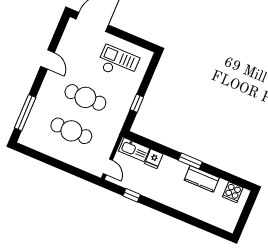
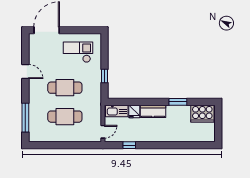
window: (190, 161) -> (178, 102), moved
door: (108, 167) -> (103, 132), hinge flipped
kitchen counter: (202, 179) -> (153, 111), moved
cooker: (233, 192) -> (202, 114), width x1.87, depth x1.31

